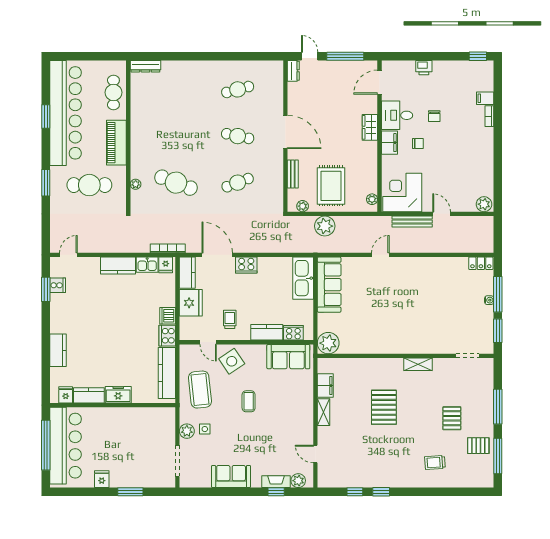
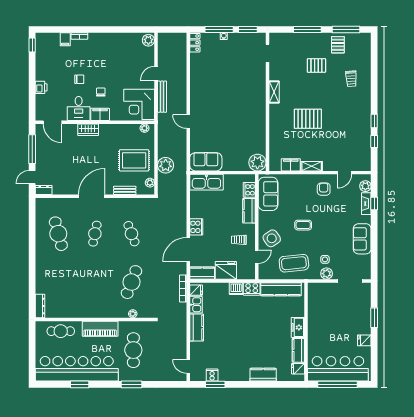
cafe table: (238, 89) -> (58, 234), width x1.37, depth x1.35
sofa: (329, 285) -> (206, 162), width x0.73
armchair: (294, 427) -> (324, 189), added

